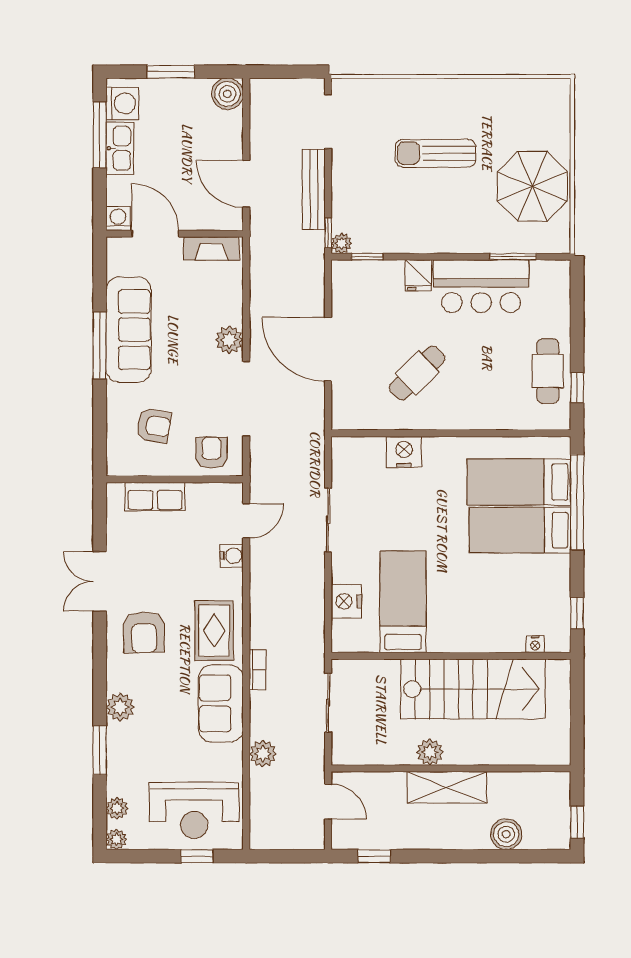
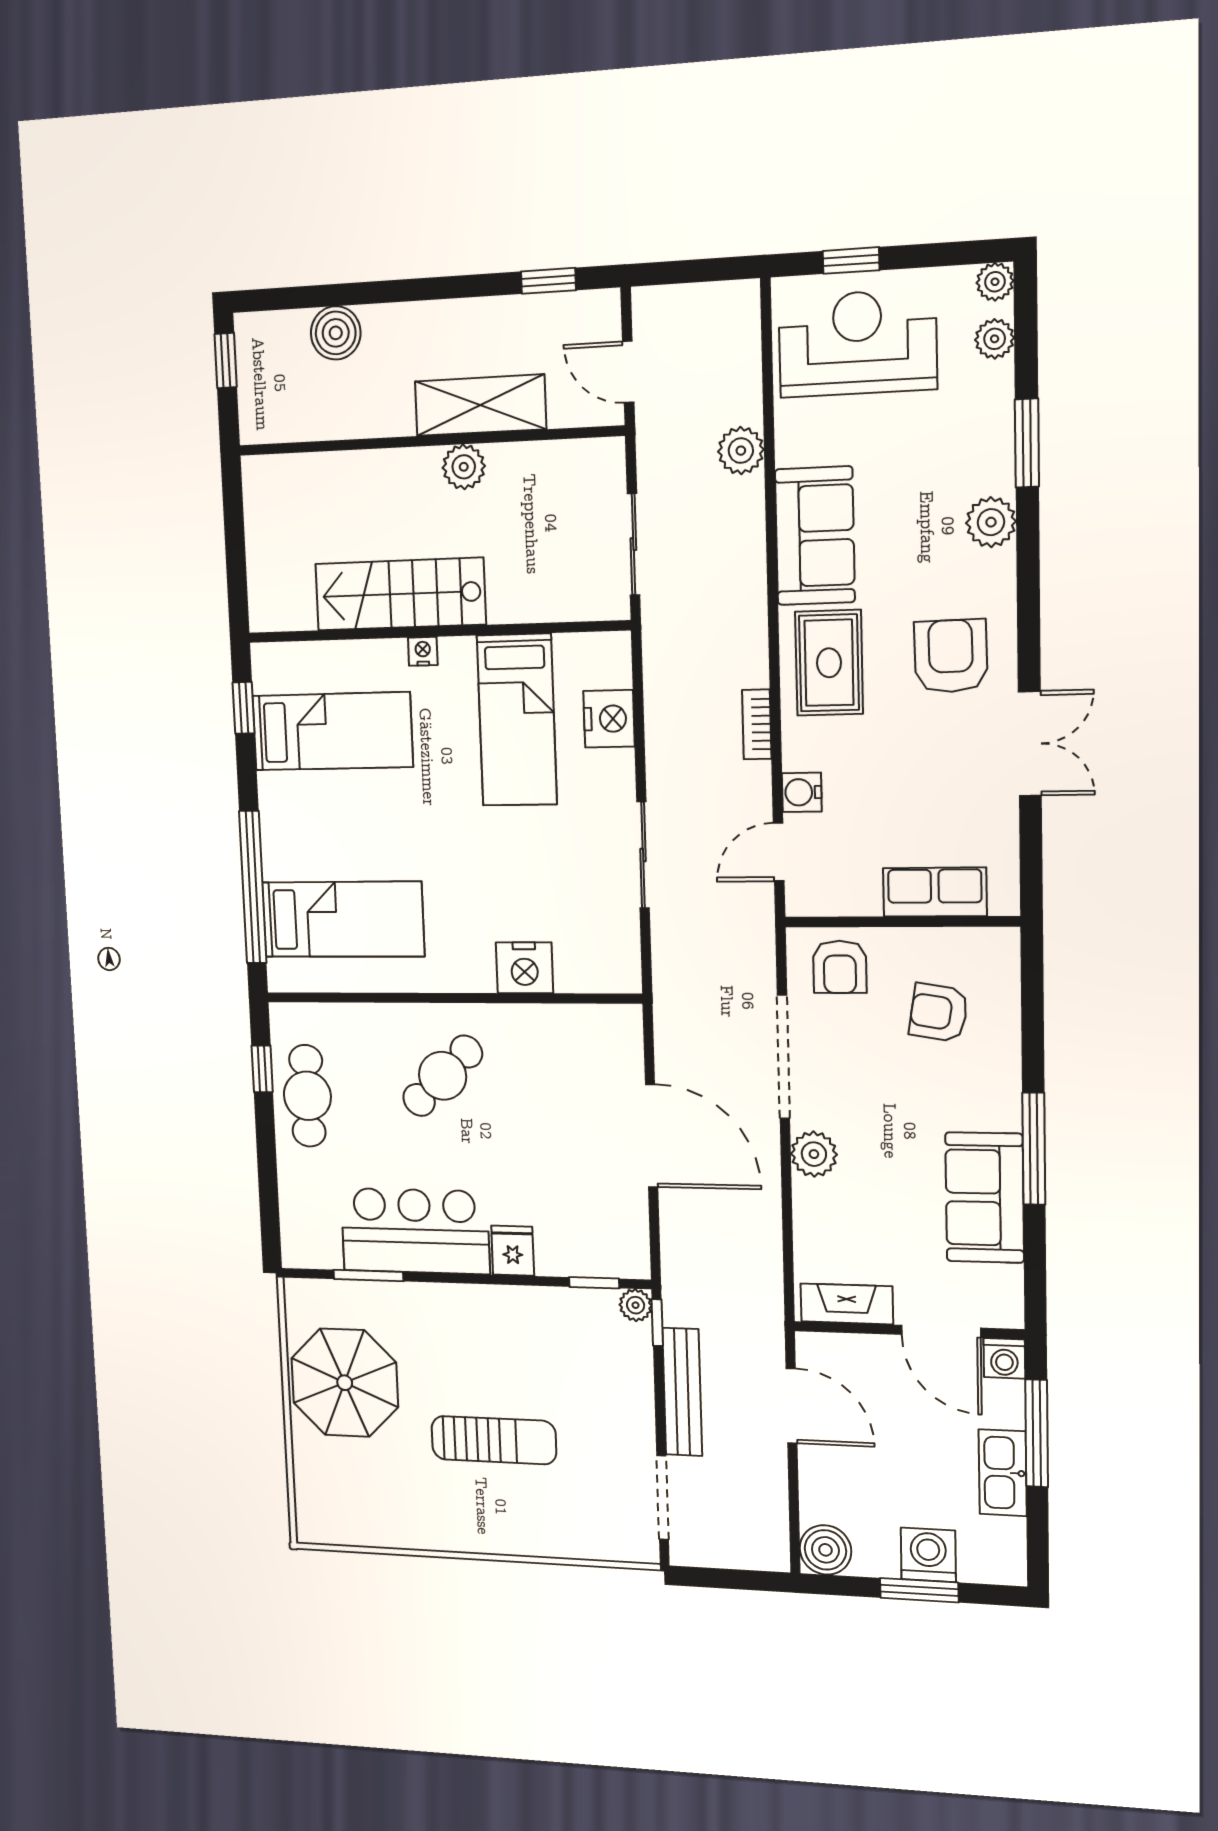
washing machine: (122, 103) -> (928, 1555), moved, turned 90
window: (100, 135) -> (1037, 1433), moved
sofa: (129, 330) -> (985, 1198), width x0.73
cafe table: (417, 373) -> (443, 1076), moved
bed: (520, 530) -> (332, 731), moved
nightstand: (535, 644) -> (423, 651), moved
bookcase: (257, 670) -> (757, 724), moved
stairs: (473, 689) -> (400, 594), width x0.73, depth x0.66
shelving: (447, 787) -> (480, 405), moved

